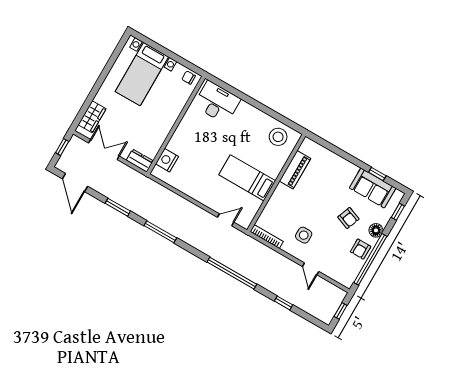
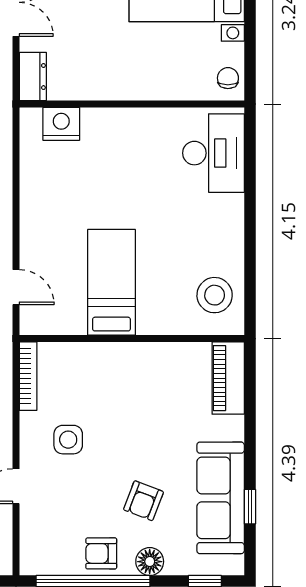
piano: (295, 170) -> (228, 378), moved, turned 90
sofa: (373, 188) -> (221, 498), width x1.36

